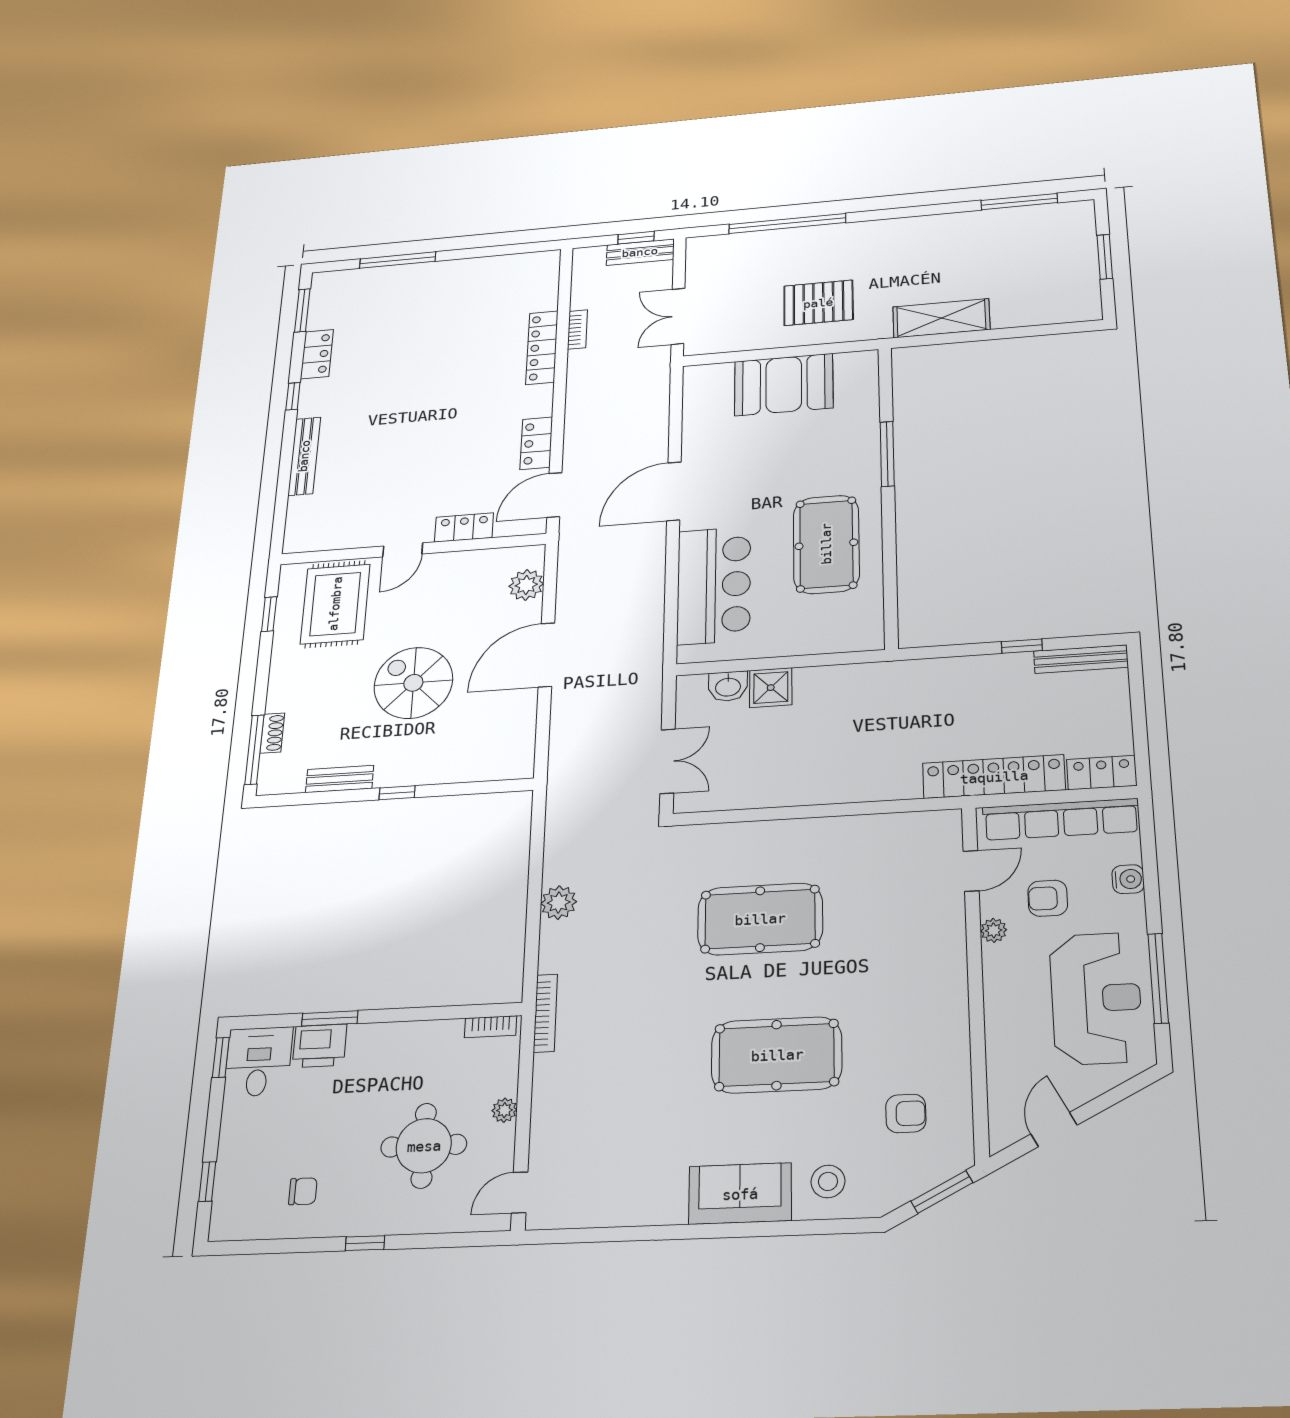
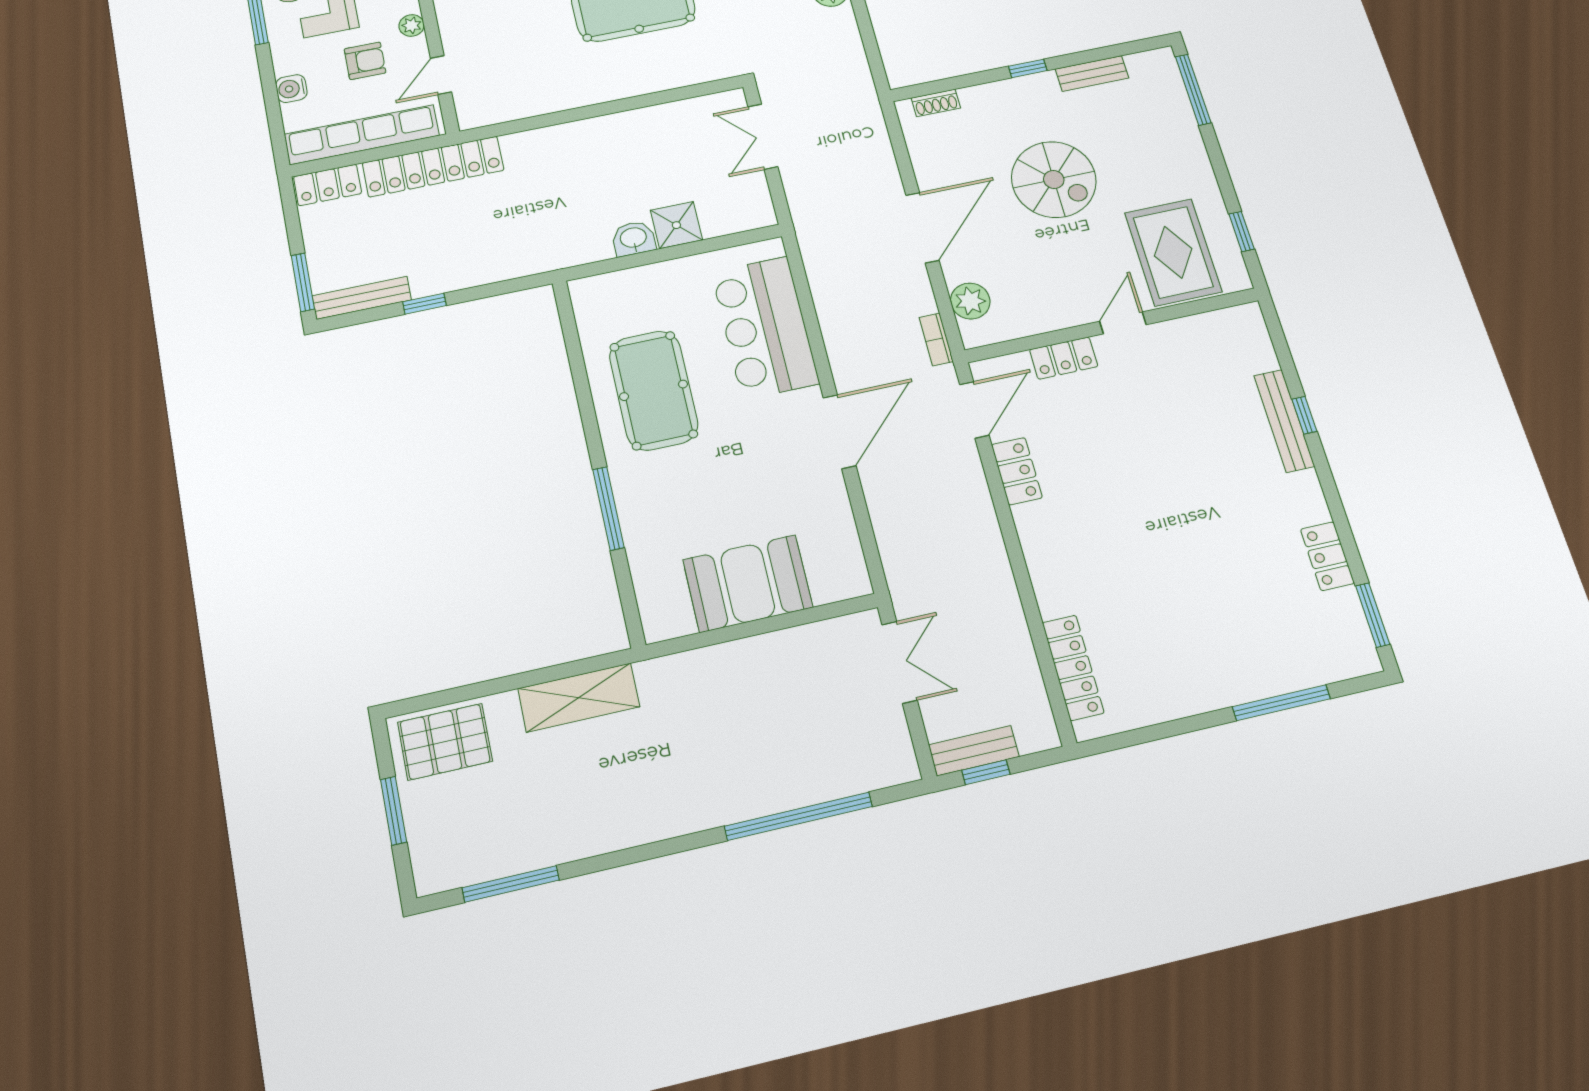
pallet: (818, 303) -> (445, 742), moved
bookcase: (577, 330) -> (936, 339), moved
locker: (542, 348) -> (1073, 668), moved
window: (293, 396) -> (1304, 415), moved
window: (1136, 681) -> (303, 282), added
washbasin: (728, 686) -> (633, 238), moved
shoe rack: (272, 733) -> (936, 103), moved, turned -90

